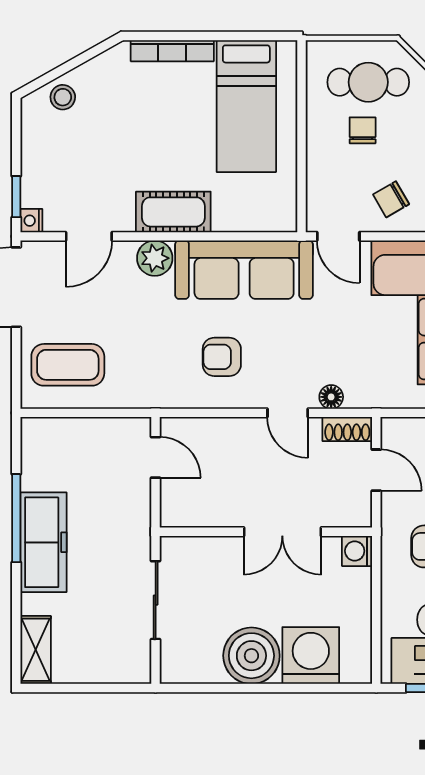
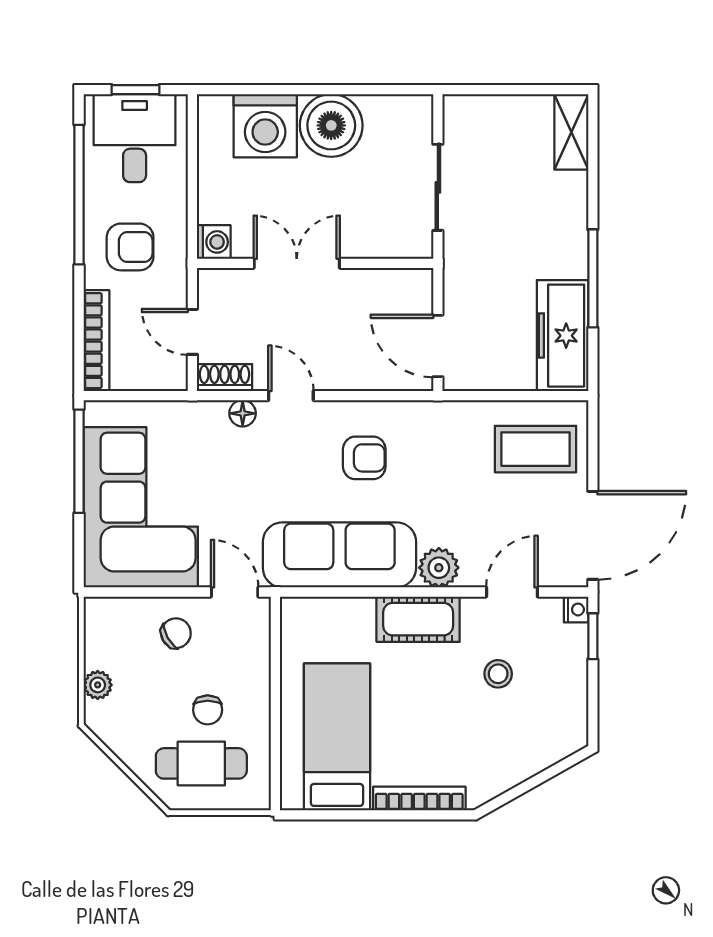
stool: (63, 97) -> (498, 674), moved
door: (156, 457) -> (438, 346), width x1.38
freezer: (44, 542) -> (563, 336), moved

